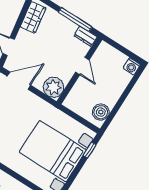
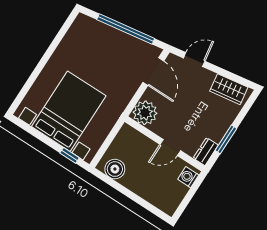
window: (75, 19) -> (226, 139), width x0.69
washing machine: (132, 66) -> (188, 177), moved

